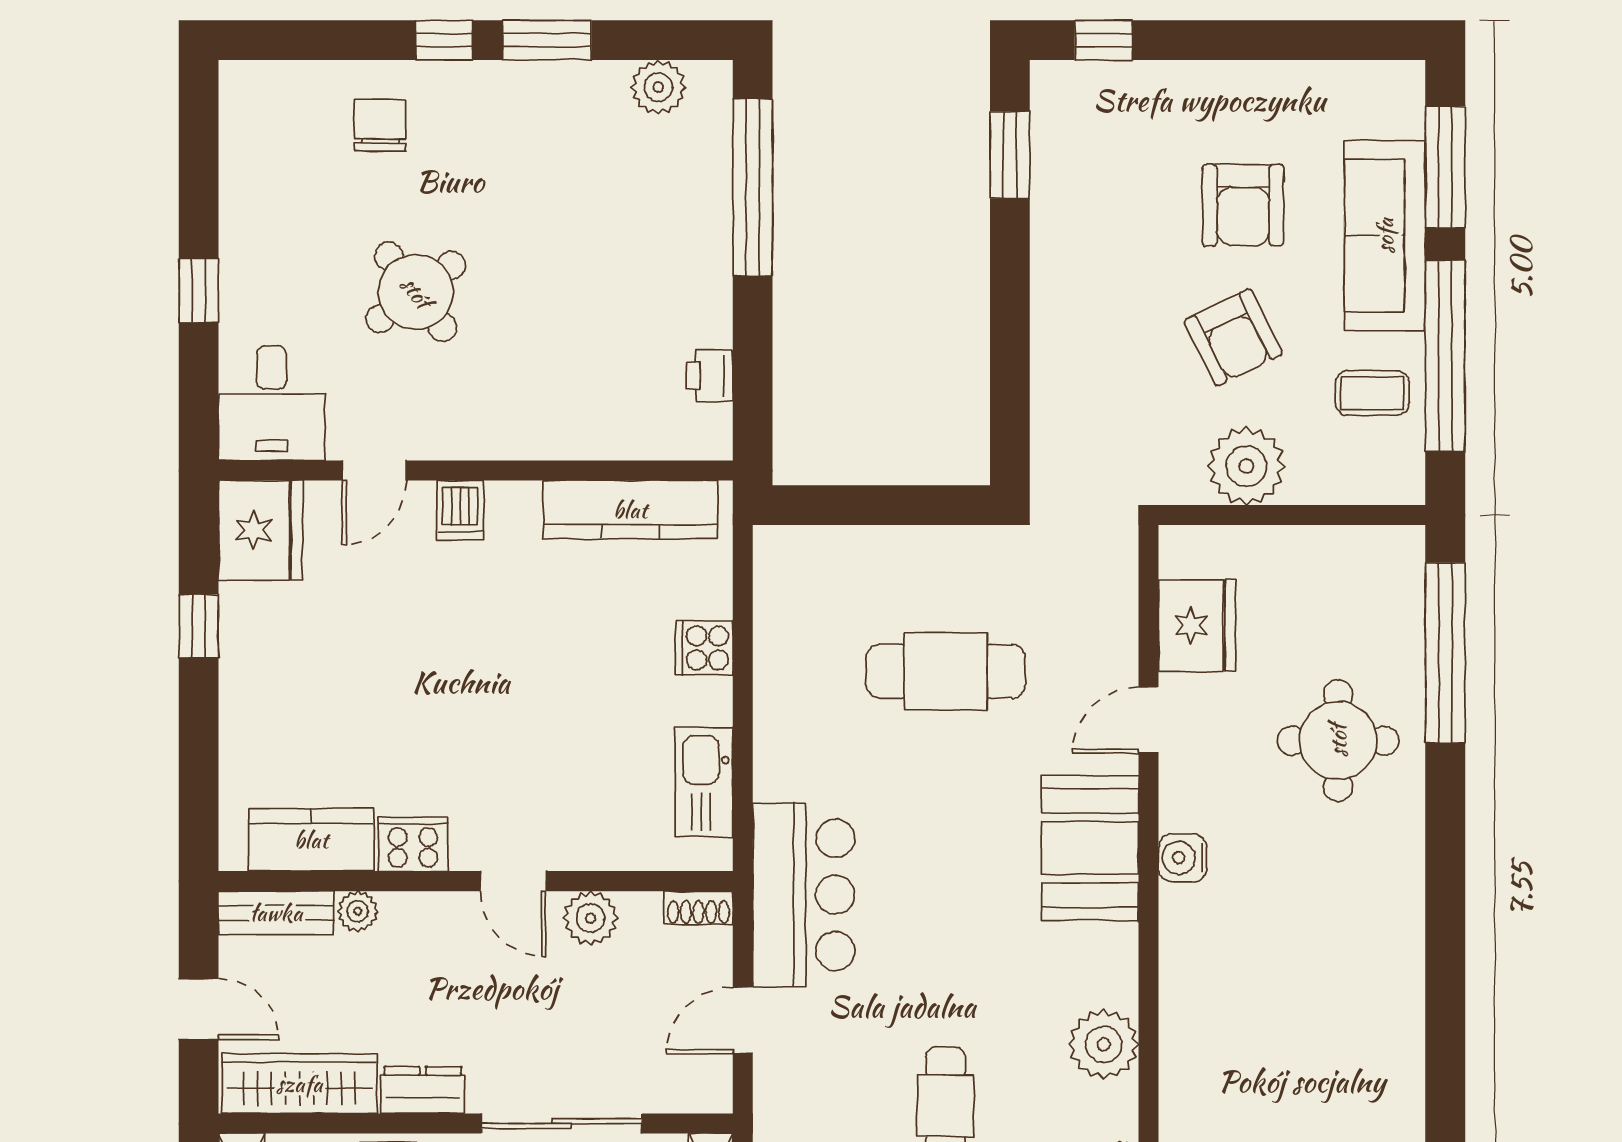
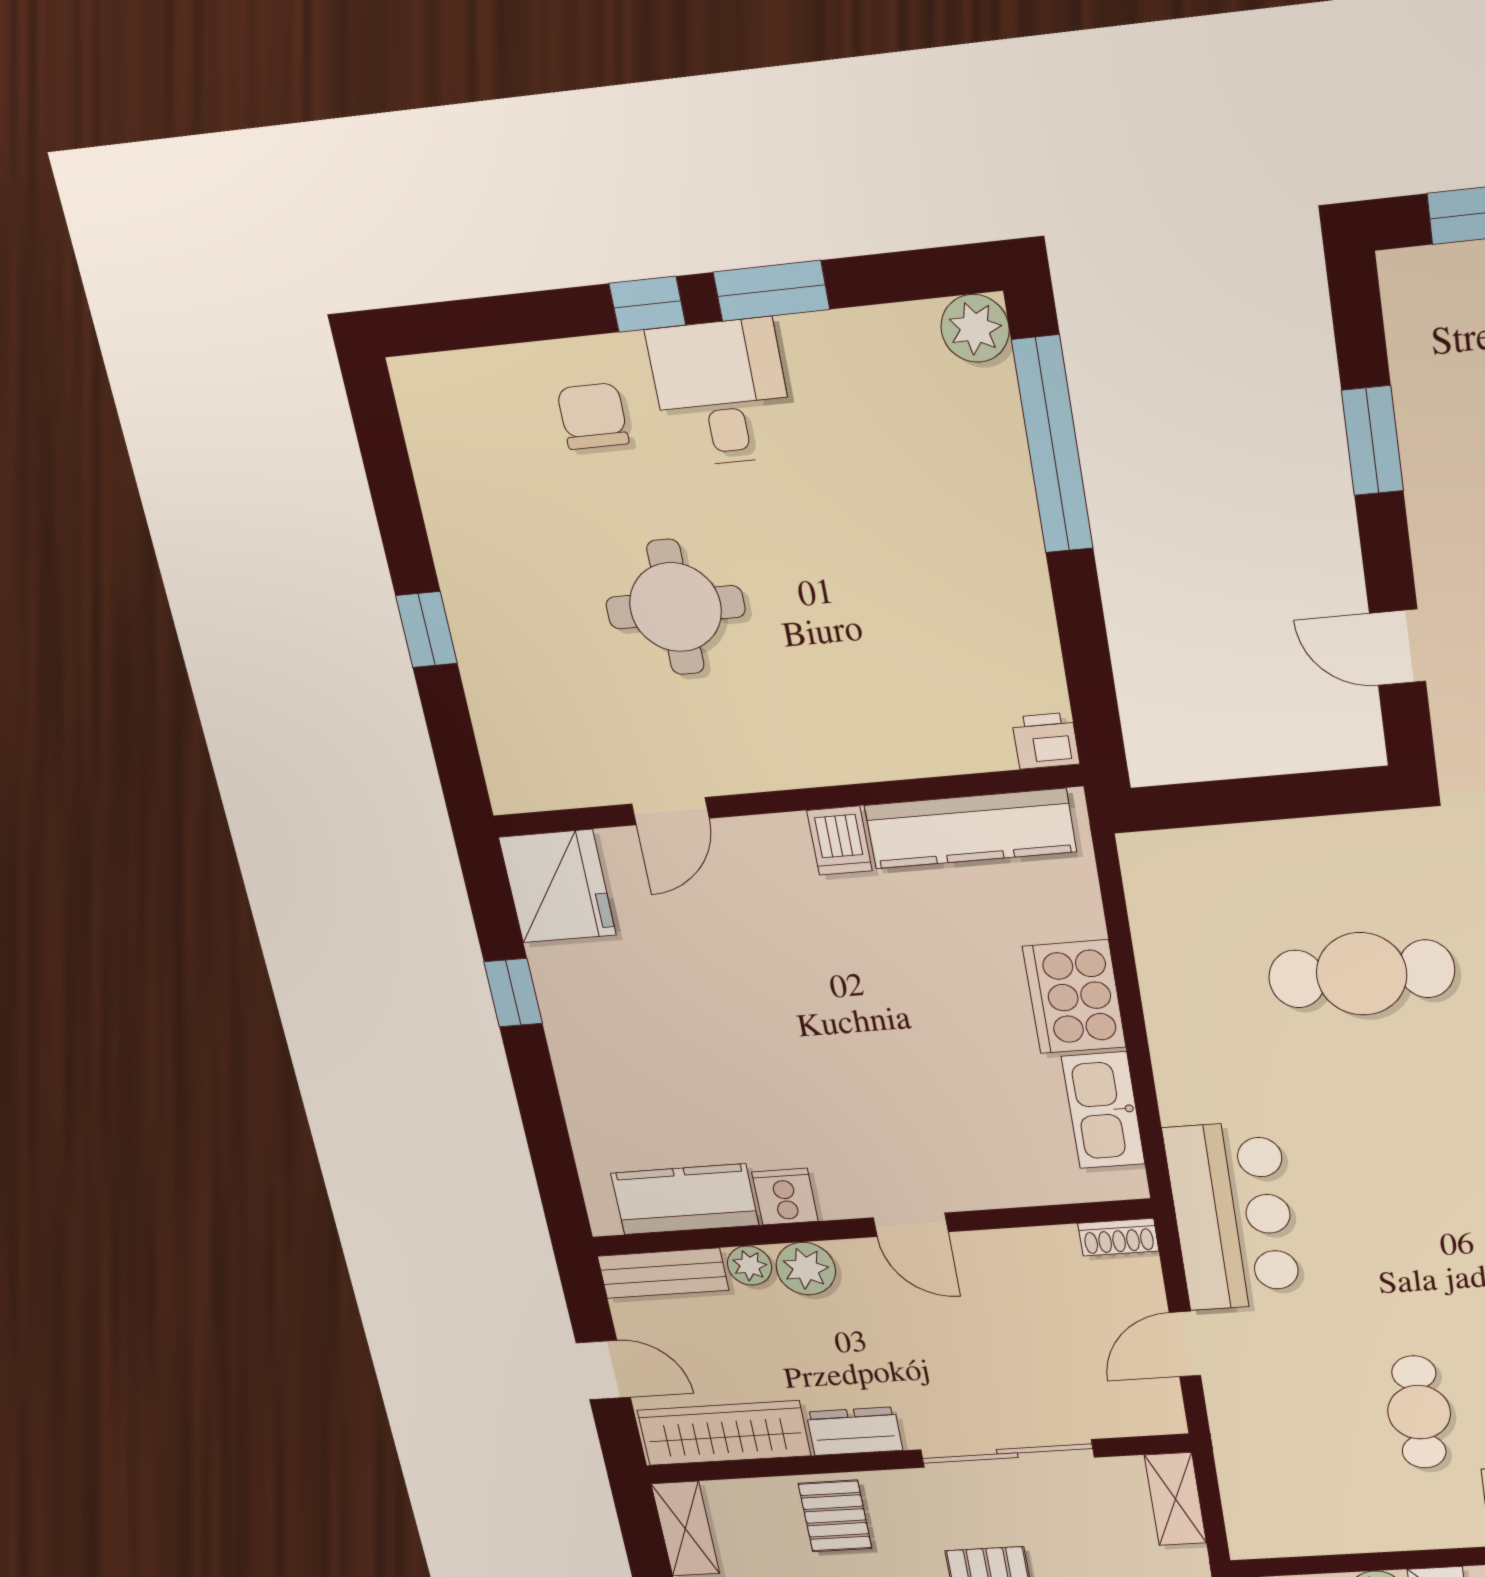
plant: (658, 87) -> (975, 328), moved
window: (1010, 155) -> (1372, 441), moved
round table: (416, 292) -> (676, 607), turned 37
printer: (710, 376) -> (1046, 741), moved, turned 90
door: (1010, 384) -> (1398, 647), added
desk: (272, 403) -> (721, 393), moved, turned 180
dishwasher: (460, 510) -> (840, 841), moved
cooker: (704, 648) -> (1074, 997), width x1.87, depth x1.31
cooker: (413, 844) -> (785, 1197), width x0.73
plant: (590, 918) -> (806, 1269), moved

